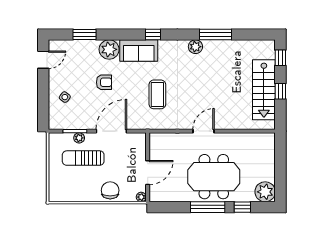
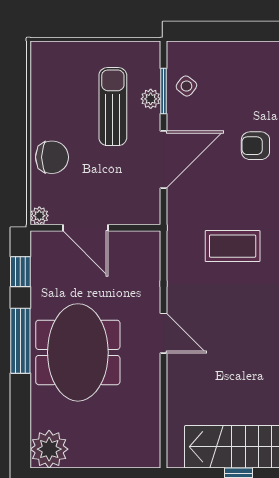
armchair: (104, 82) -> (255, 146), turned 90
side table: (65, 97) -> (186, 86), moved
door: (111, 131) -> (163, 159), hinge flipped
window: (242, 207) -> (20, 272), moved

